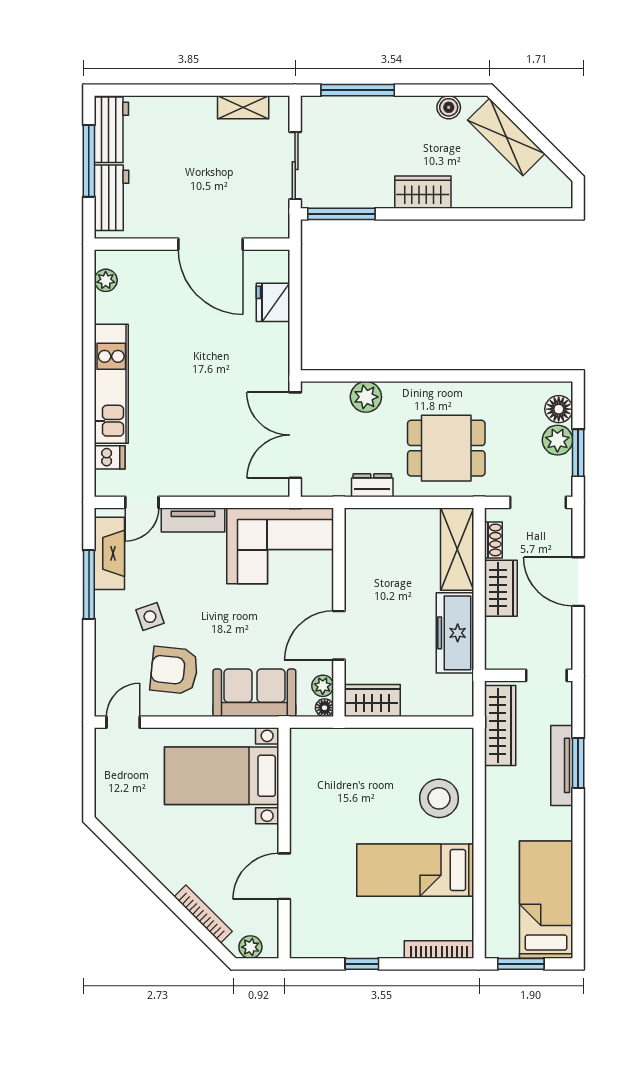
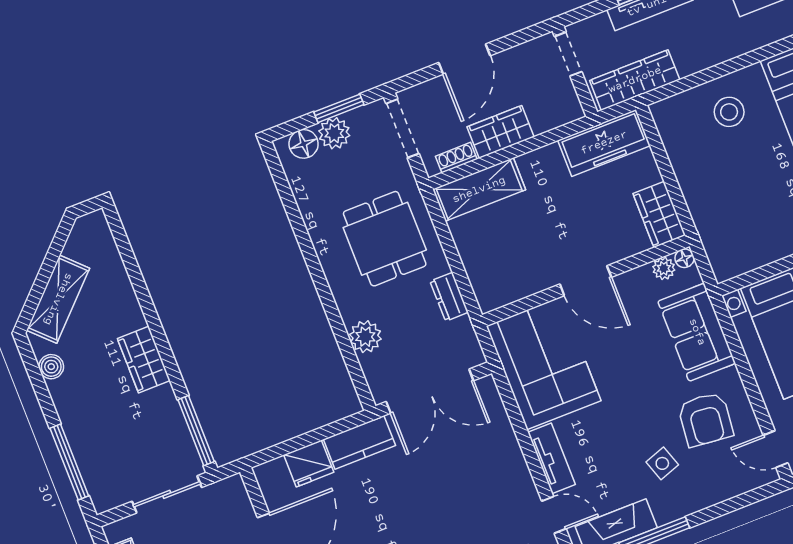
kitchen counter: (274, 355) -> (359, 442), added
freezer: (455, 633) -> (604, 143), moved
door: (339, 635) -> (586, 281), moved
stool: (439, 798) -> (729, 112), width x0.73, depth x0.73

